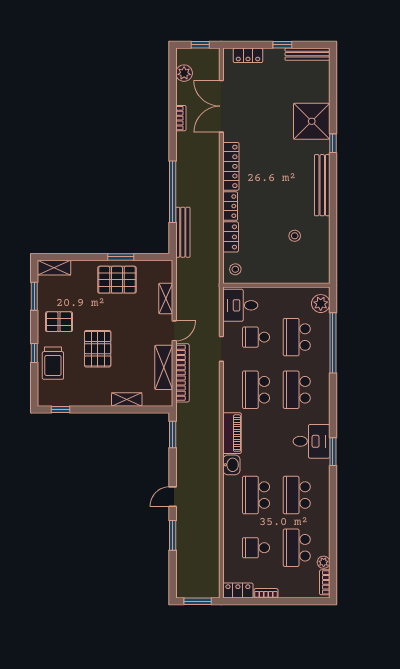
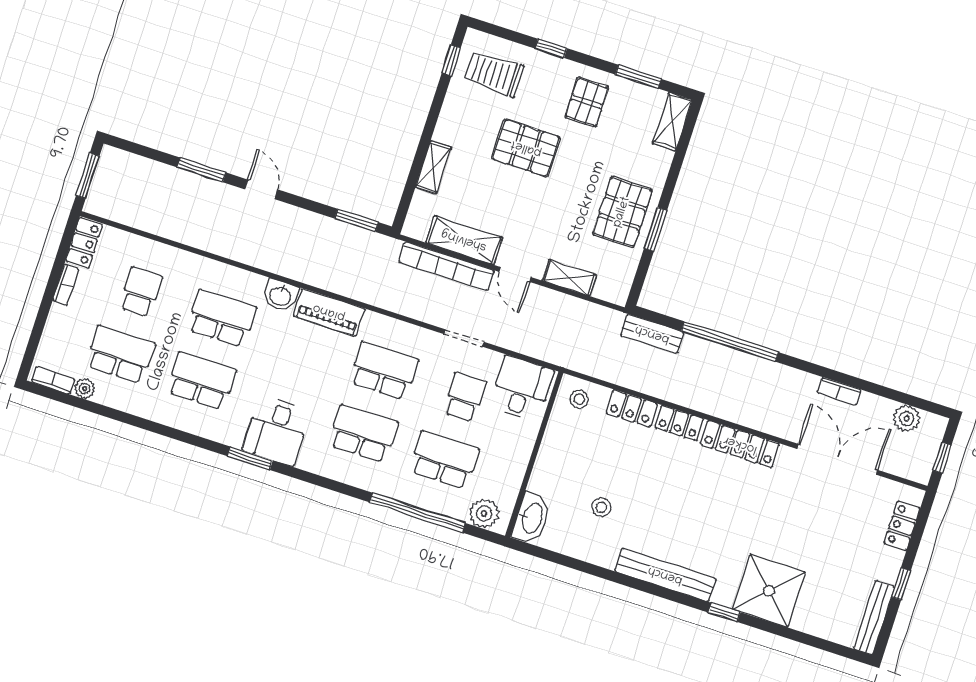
bench: (183, 232) -> (652, 334), width x0.73
washbasin: (314, 275) -> (532, 518), added
trolley: (53, 363) -> (494, 74), moved

